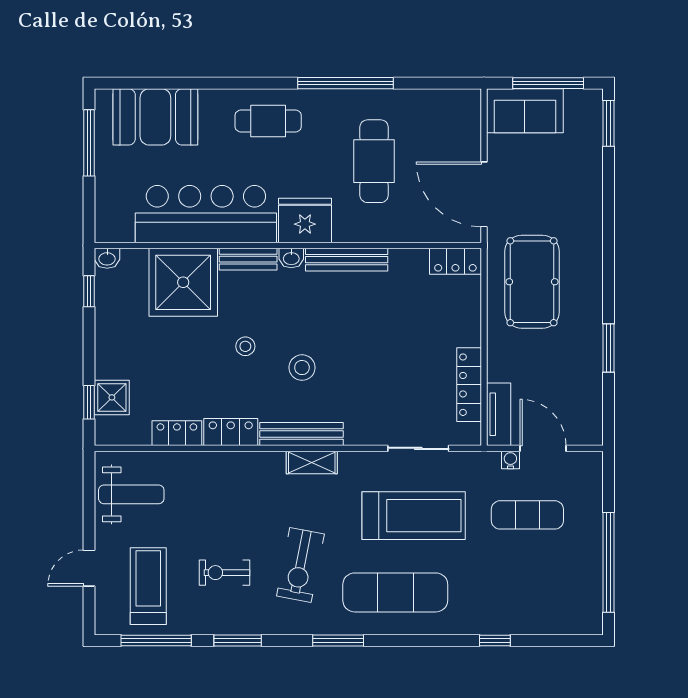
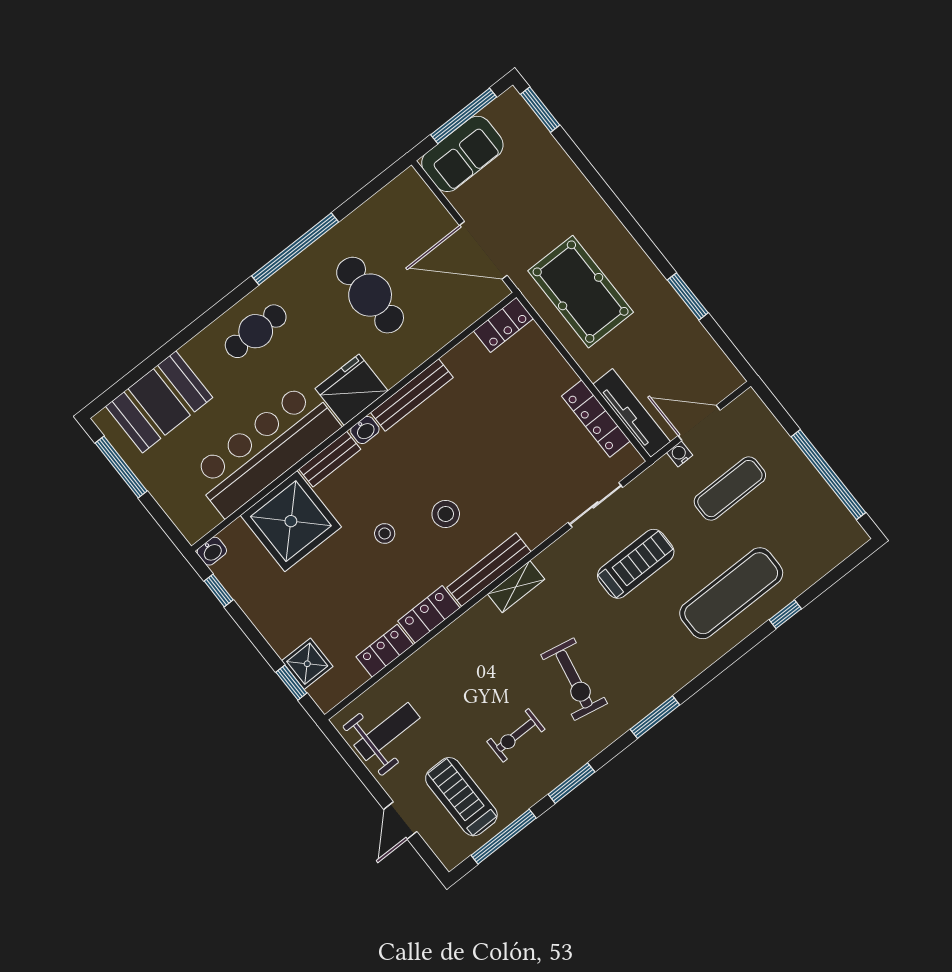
tv unit: (499, 414) -> (632, 413), width x1.41
treadmill: (414, 516) -> (636, 564), width x0.73, depth x0.73
exercise mat: (395, 592) -> (731, 593), moved

